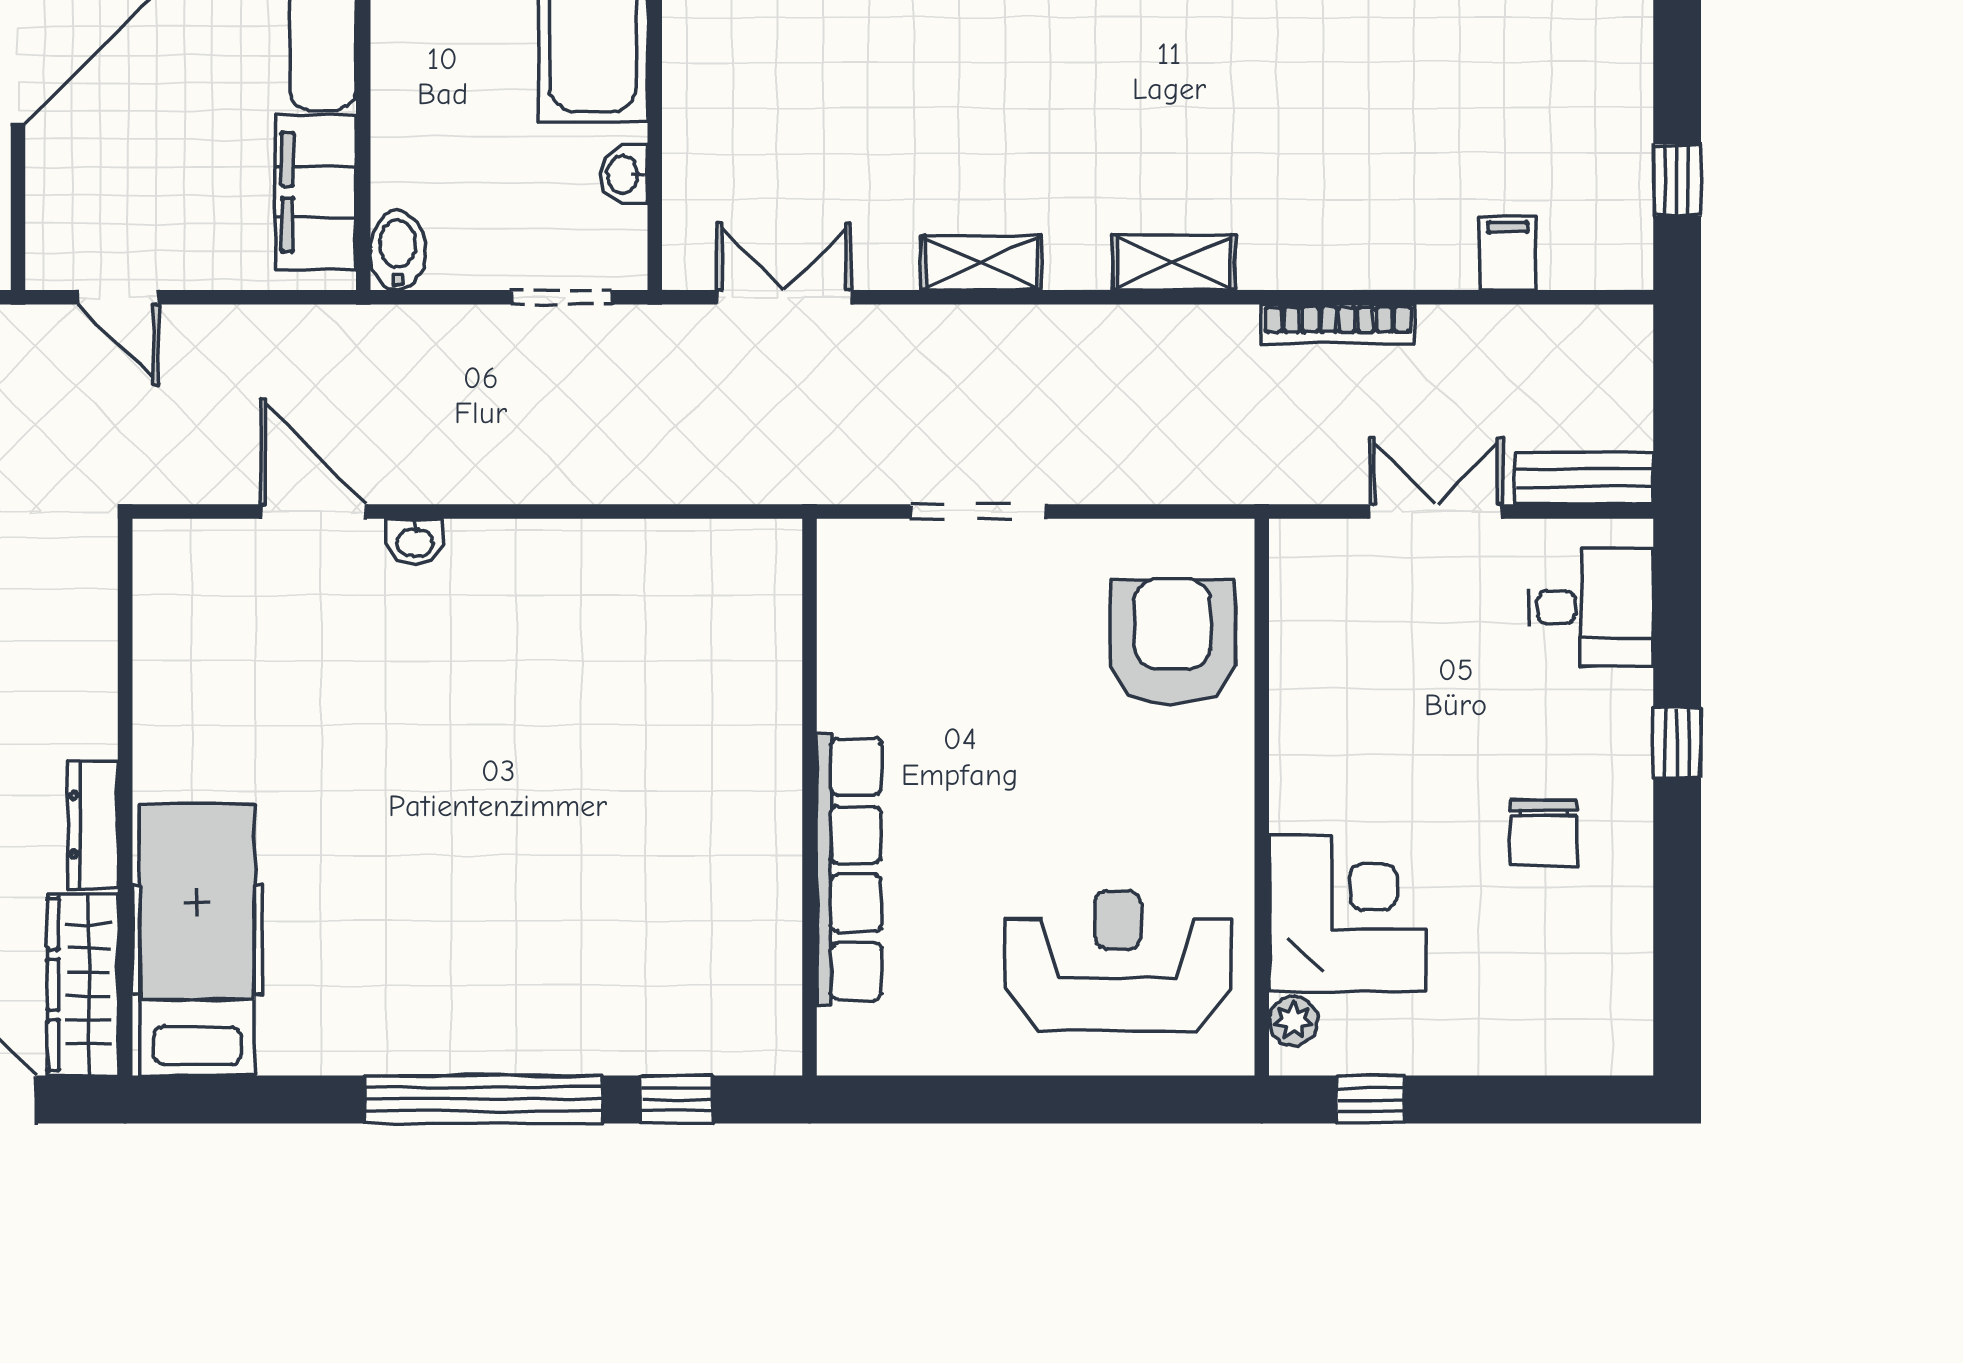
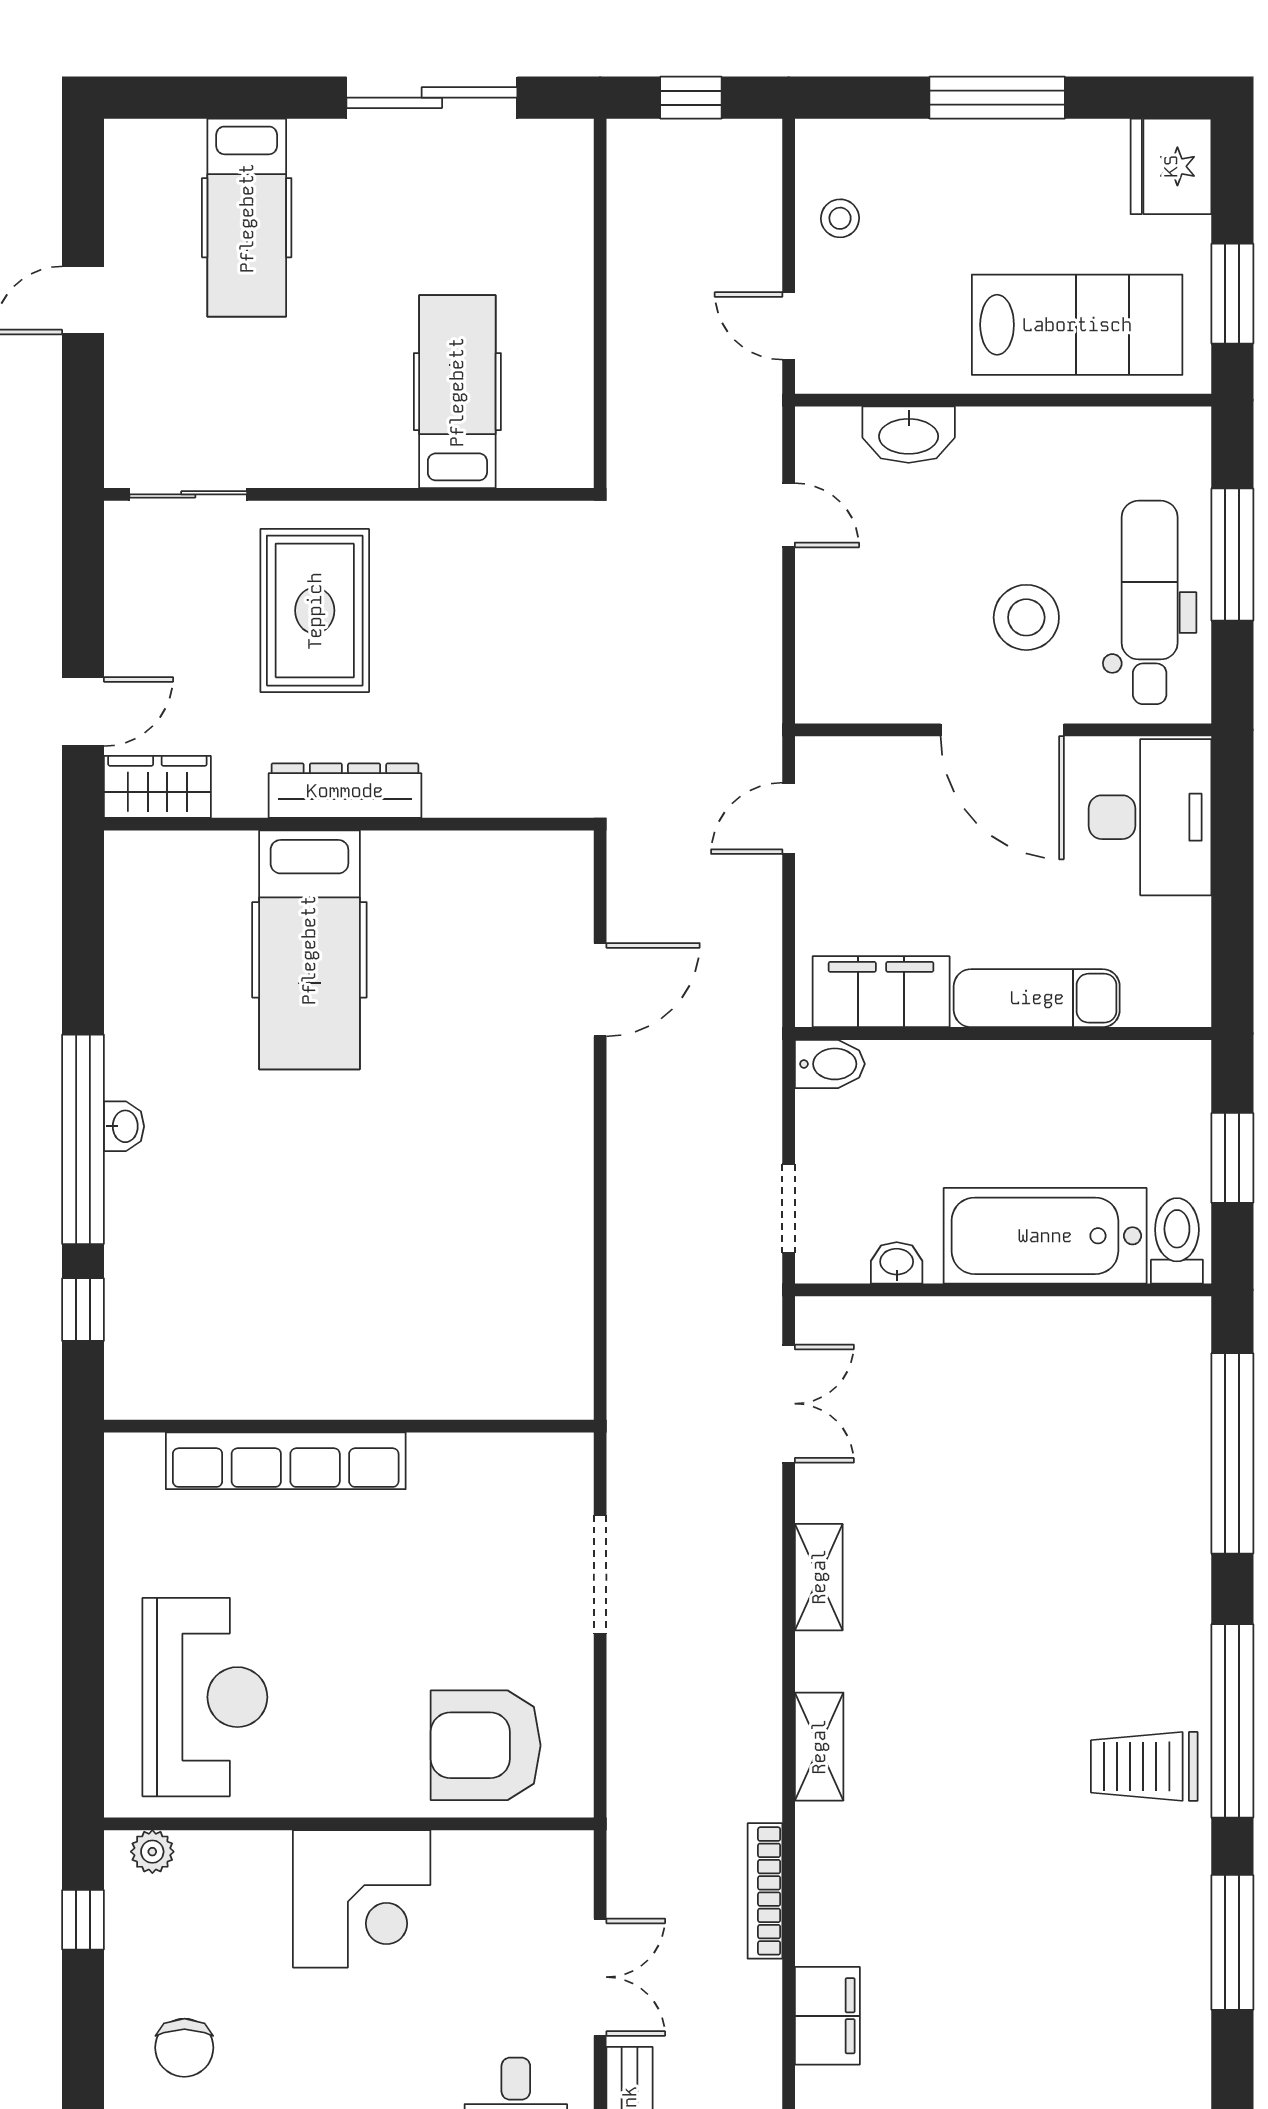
filing cabinet: (1508, 253) -> (827, 2016), width x2.00
washbasin: (415, 542) -> (124, 1126), moved, turned 180
armchair: (1172, 642) -> (486, 1745), turned 180
dresser: (93, 825) -> (345, 791), width x1.37, depth x1.24
chair: (1544, 833) -> (184, 2048), moved, turned -90
corner desk: (1347, 913) -> (362, 1899), moved
hospital bed: (197, 940) -> (309, 950), moved, turned 90
wardrobe: (83, 984) -> (157, 787), width x0.67

